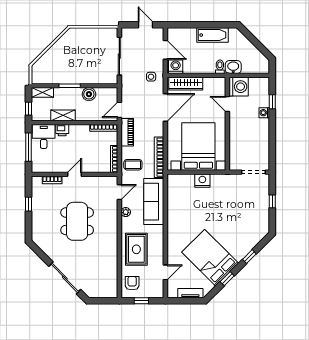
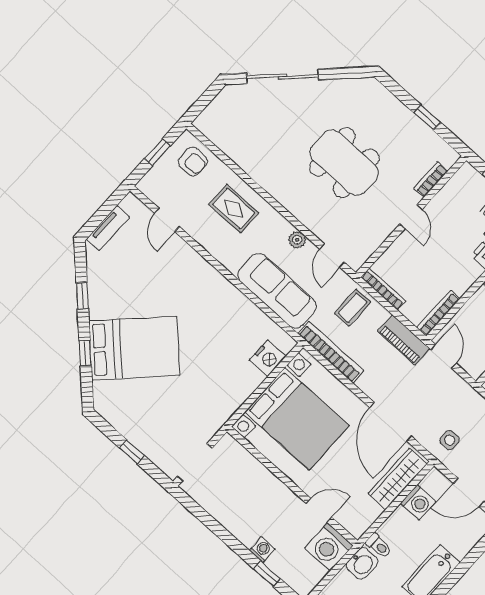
washing machine: (176, 67) -> (418, 502), moved
nightstand: (202, 181) -> (268, 358), moved
rug: (136, 249) -> (234, 209), width x0.73, depth x0.70
bed: (210, 258) -> (134, 348), moved

